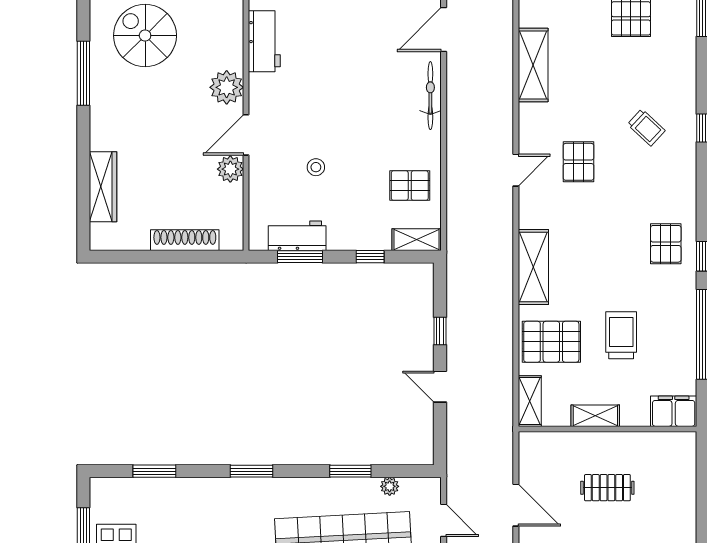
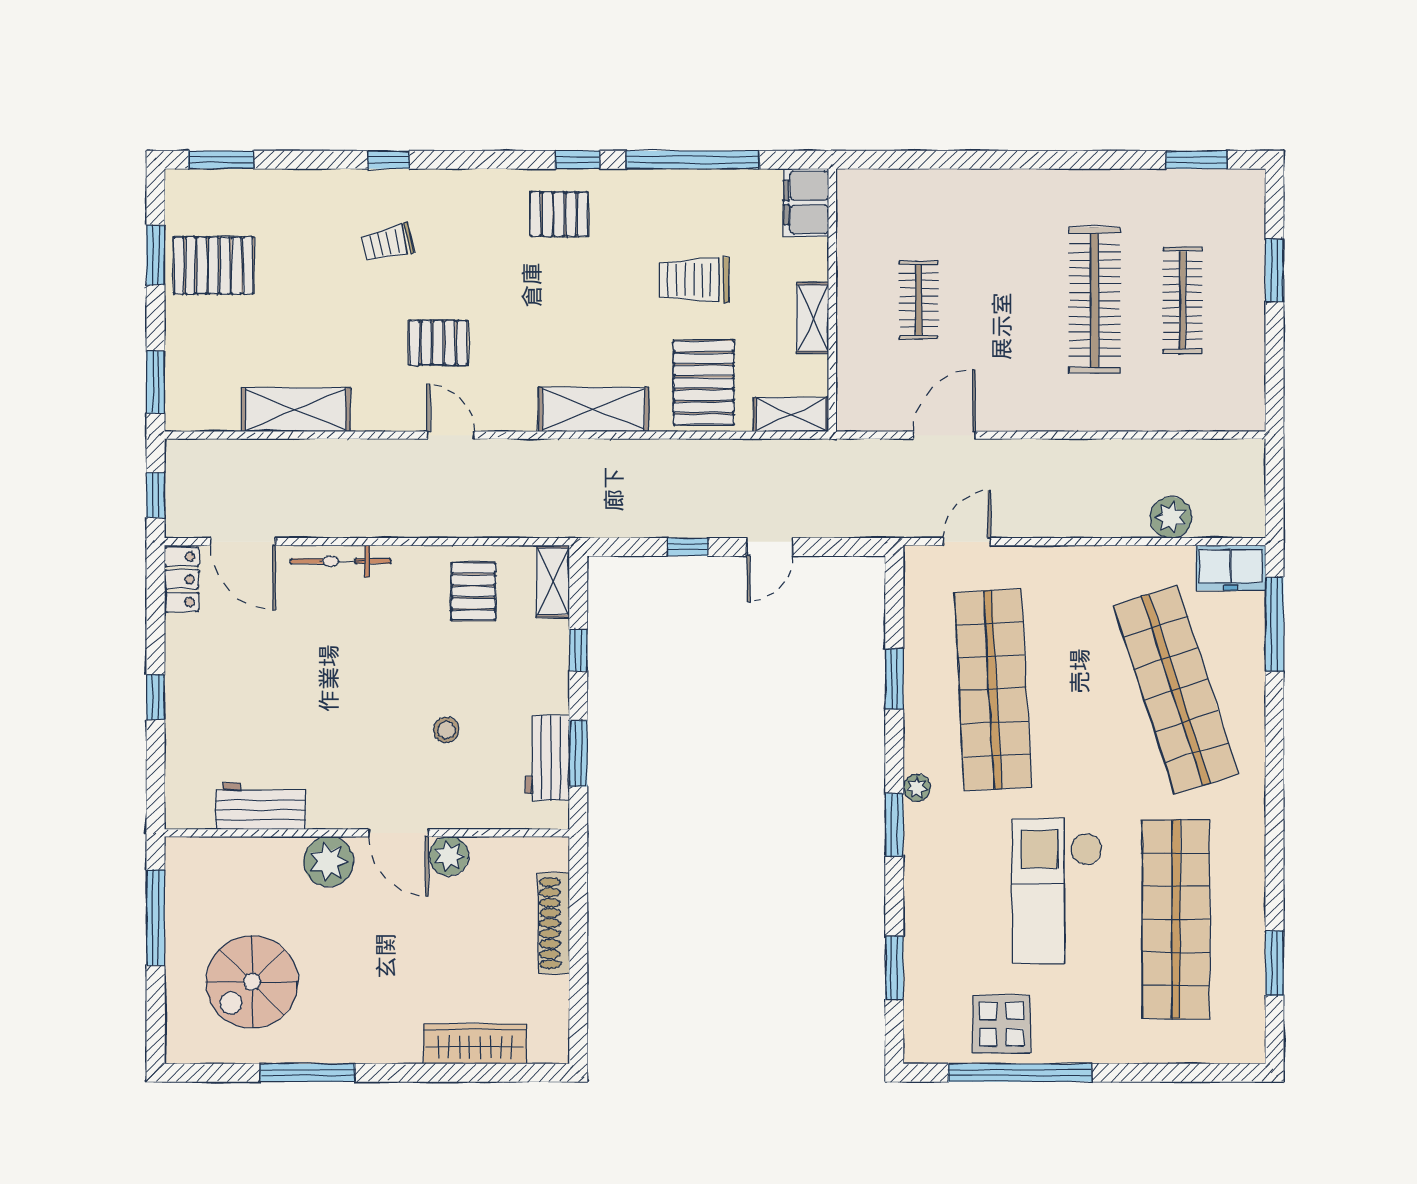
trolley: (646, 127) -> (388, 243), turned -147
plant: (390, 486) -> (917, 788), moved

